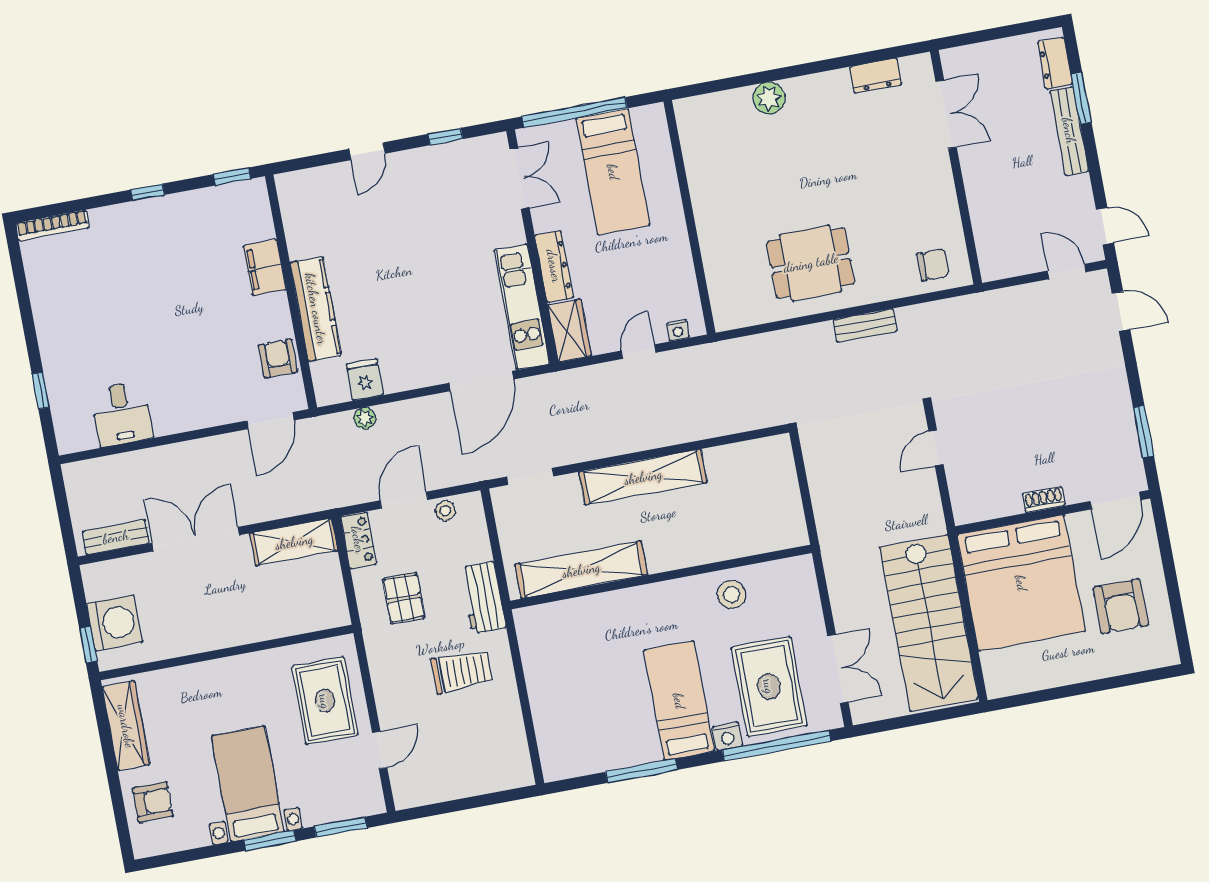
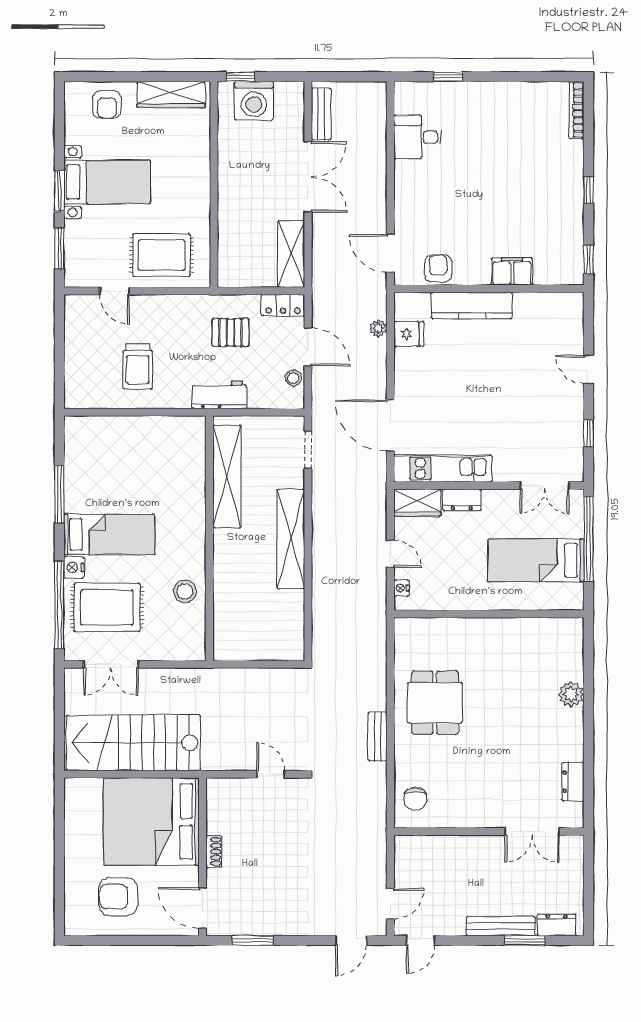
dresser: (554, 266) -> (462, 500), width x0.70
armchair: (278, 358) -> (438, 268), turned -90
trolley: (462, 671) -> (138, 366), moved

